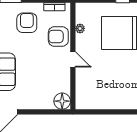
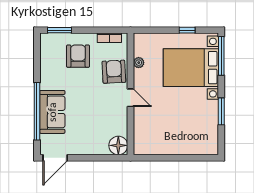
armchair: (58, 37) -> (114, 72), turned 87

